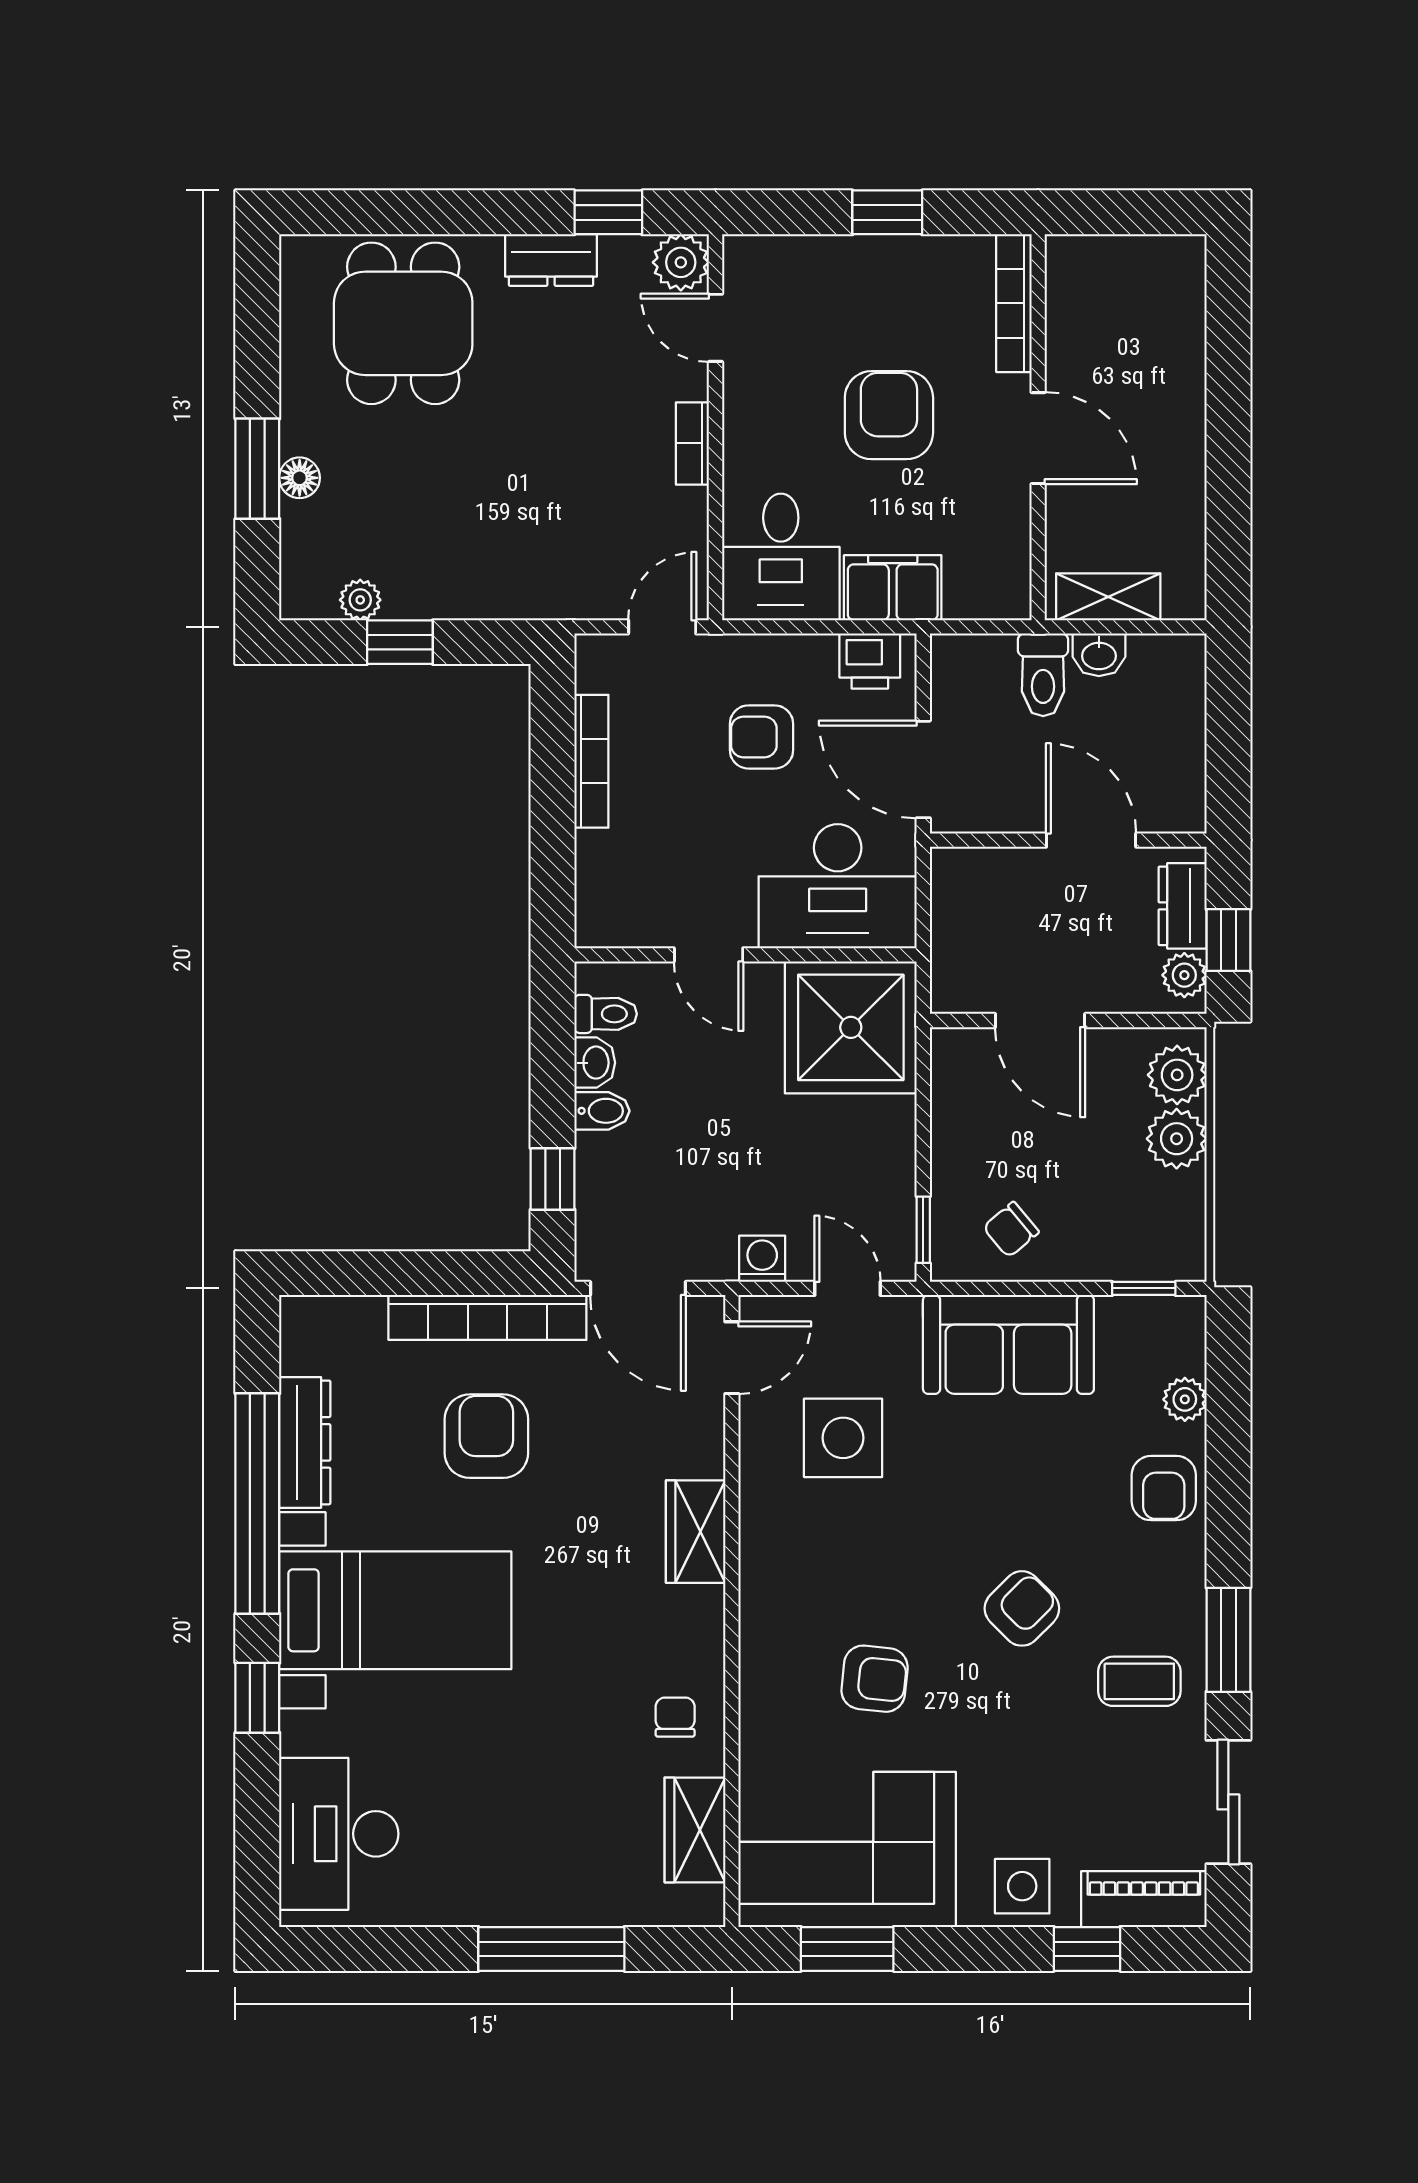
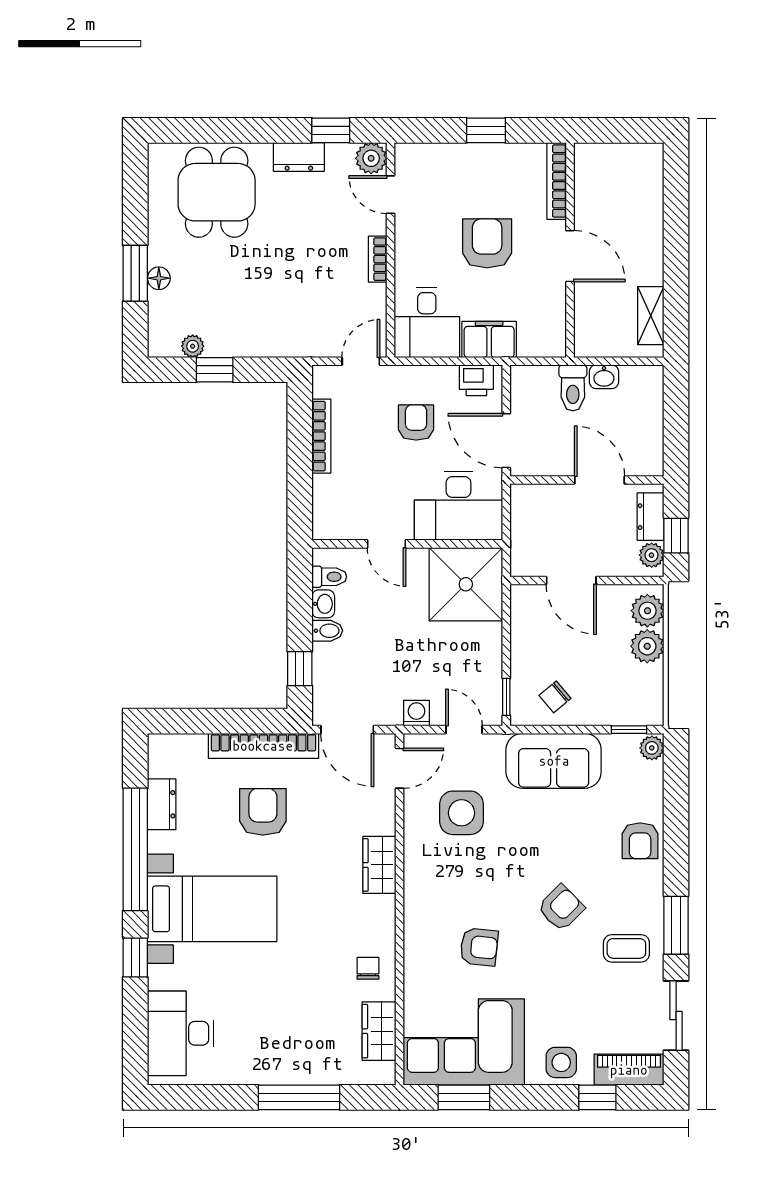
shelving: (1108, 597) -> (651, 316), moved, turned 90
armchair: (761, 737) -> (416, 423), turned 90
plant: (1185, 1399) -> (652, 748), moved
dresser: (305, 1442) -> (162, 804), width x0.70

